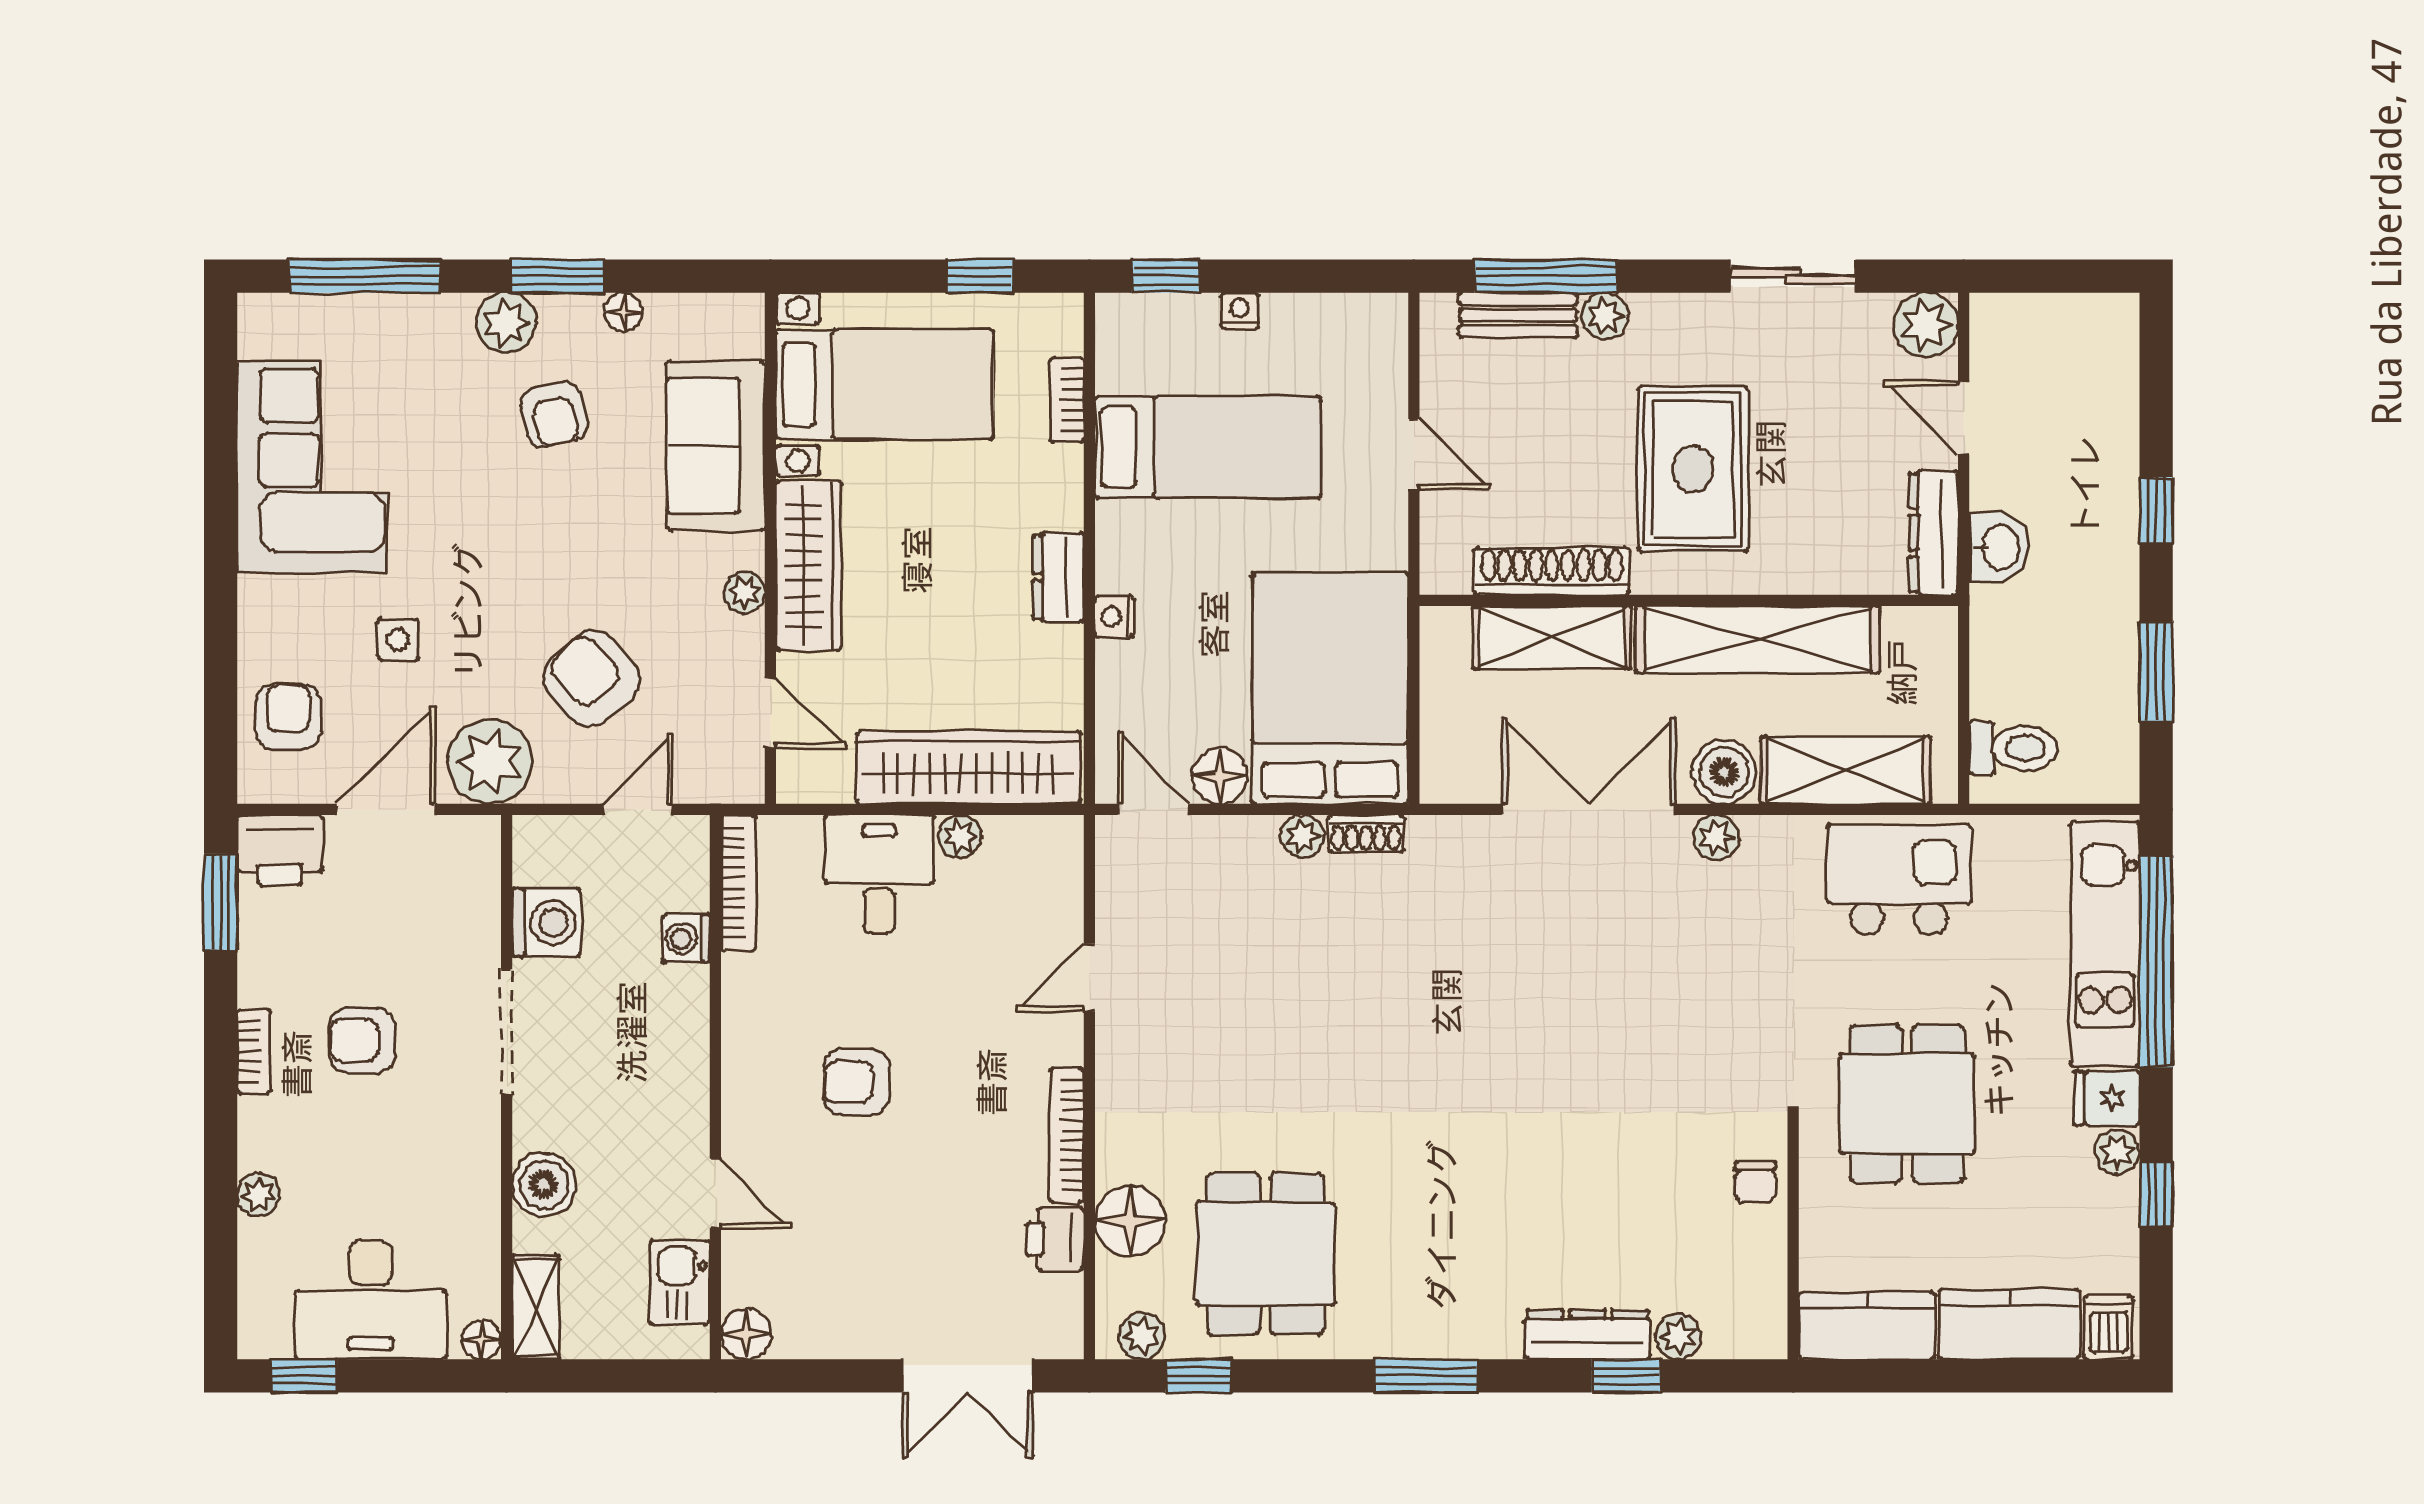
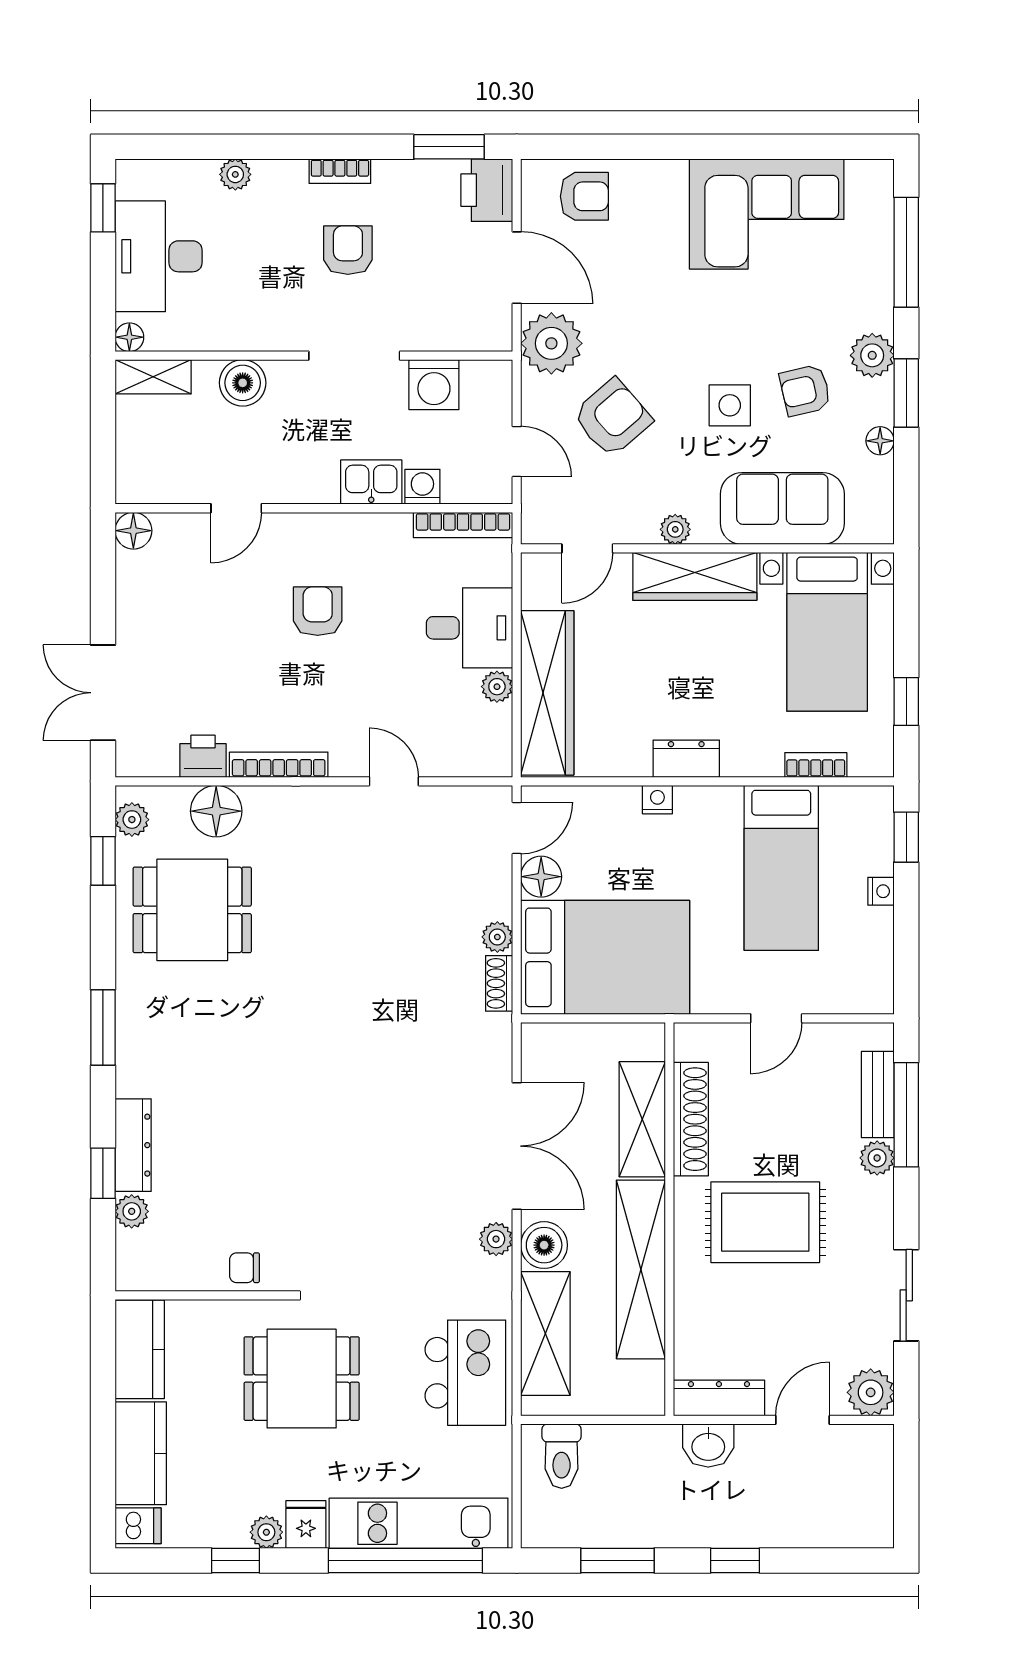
side table: (398, 640) -> (730, 405), moved, width x1.37, depth x1.37
kitchen sink: (680, 1283) -> (371, 482), moved

